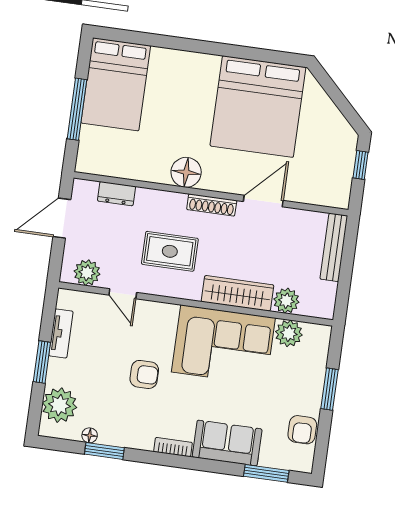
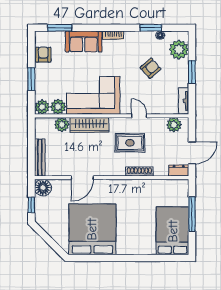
floor lamp: (186, 172) -> (43, 188), moved
dresser: (116, 194) -> (179, 171), moved
shoe rack: (212, 205) -> (139, 172), moved
door: (123, 294) -> (139, 116), moved
tv unit: (61, 333) -> (184, 101), moved
plant: (317, 337) -> (42, 107), added
armchair: (144, 374) -> (151, 68), moved, turned 139

